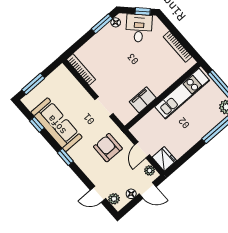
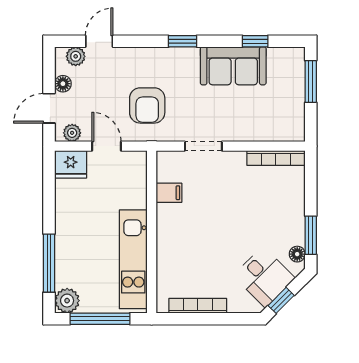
filing cabinet: (143, 100) -> (169, 193), width x0.50
sofa: (57, 125) -> (233, 66), width x0.73
armchair: (108, 148) -> (147, 105), turned 90

